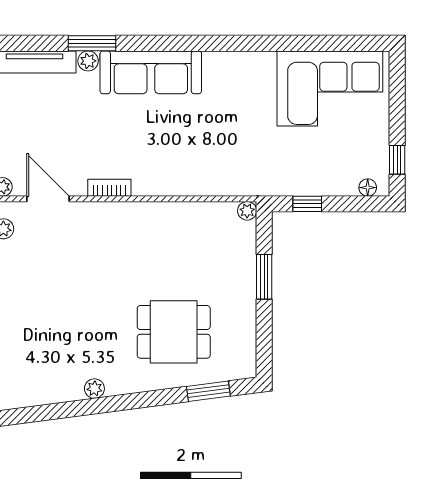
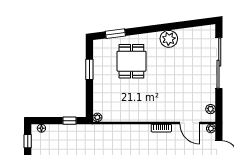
window: (264, 277) -> (89, 69), moved
dining table: (174, 332) -> (131, 61), turned 90
plant: (94, 389) -> (169, 39), width x1.87, depth x1.87

